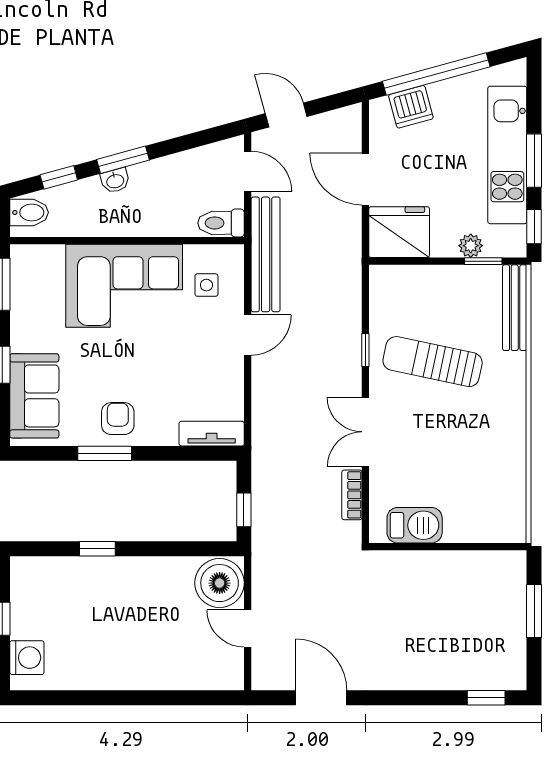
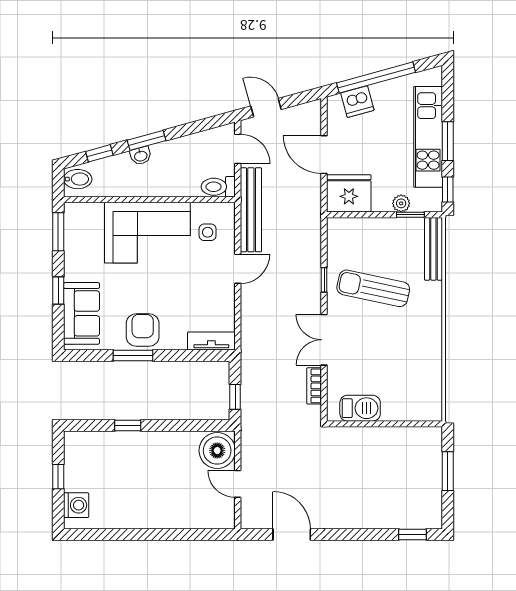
armchair: (118, 419) -> (143, 330), width x1.38, depth x1.38

